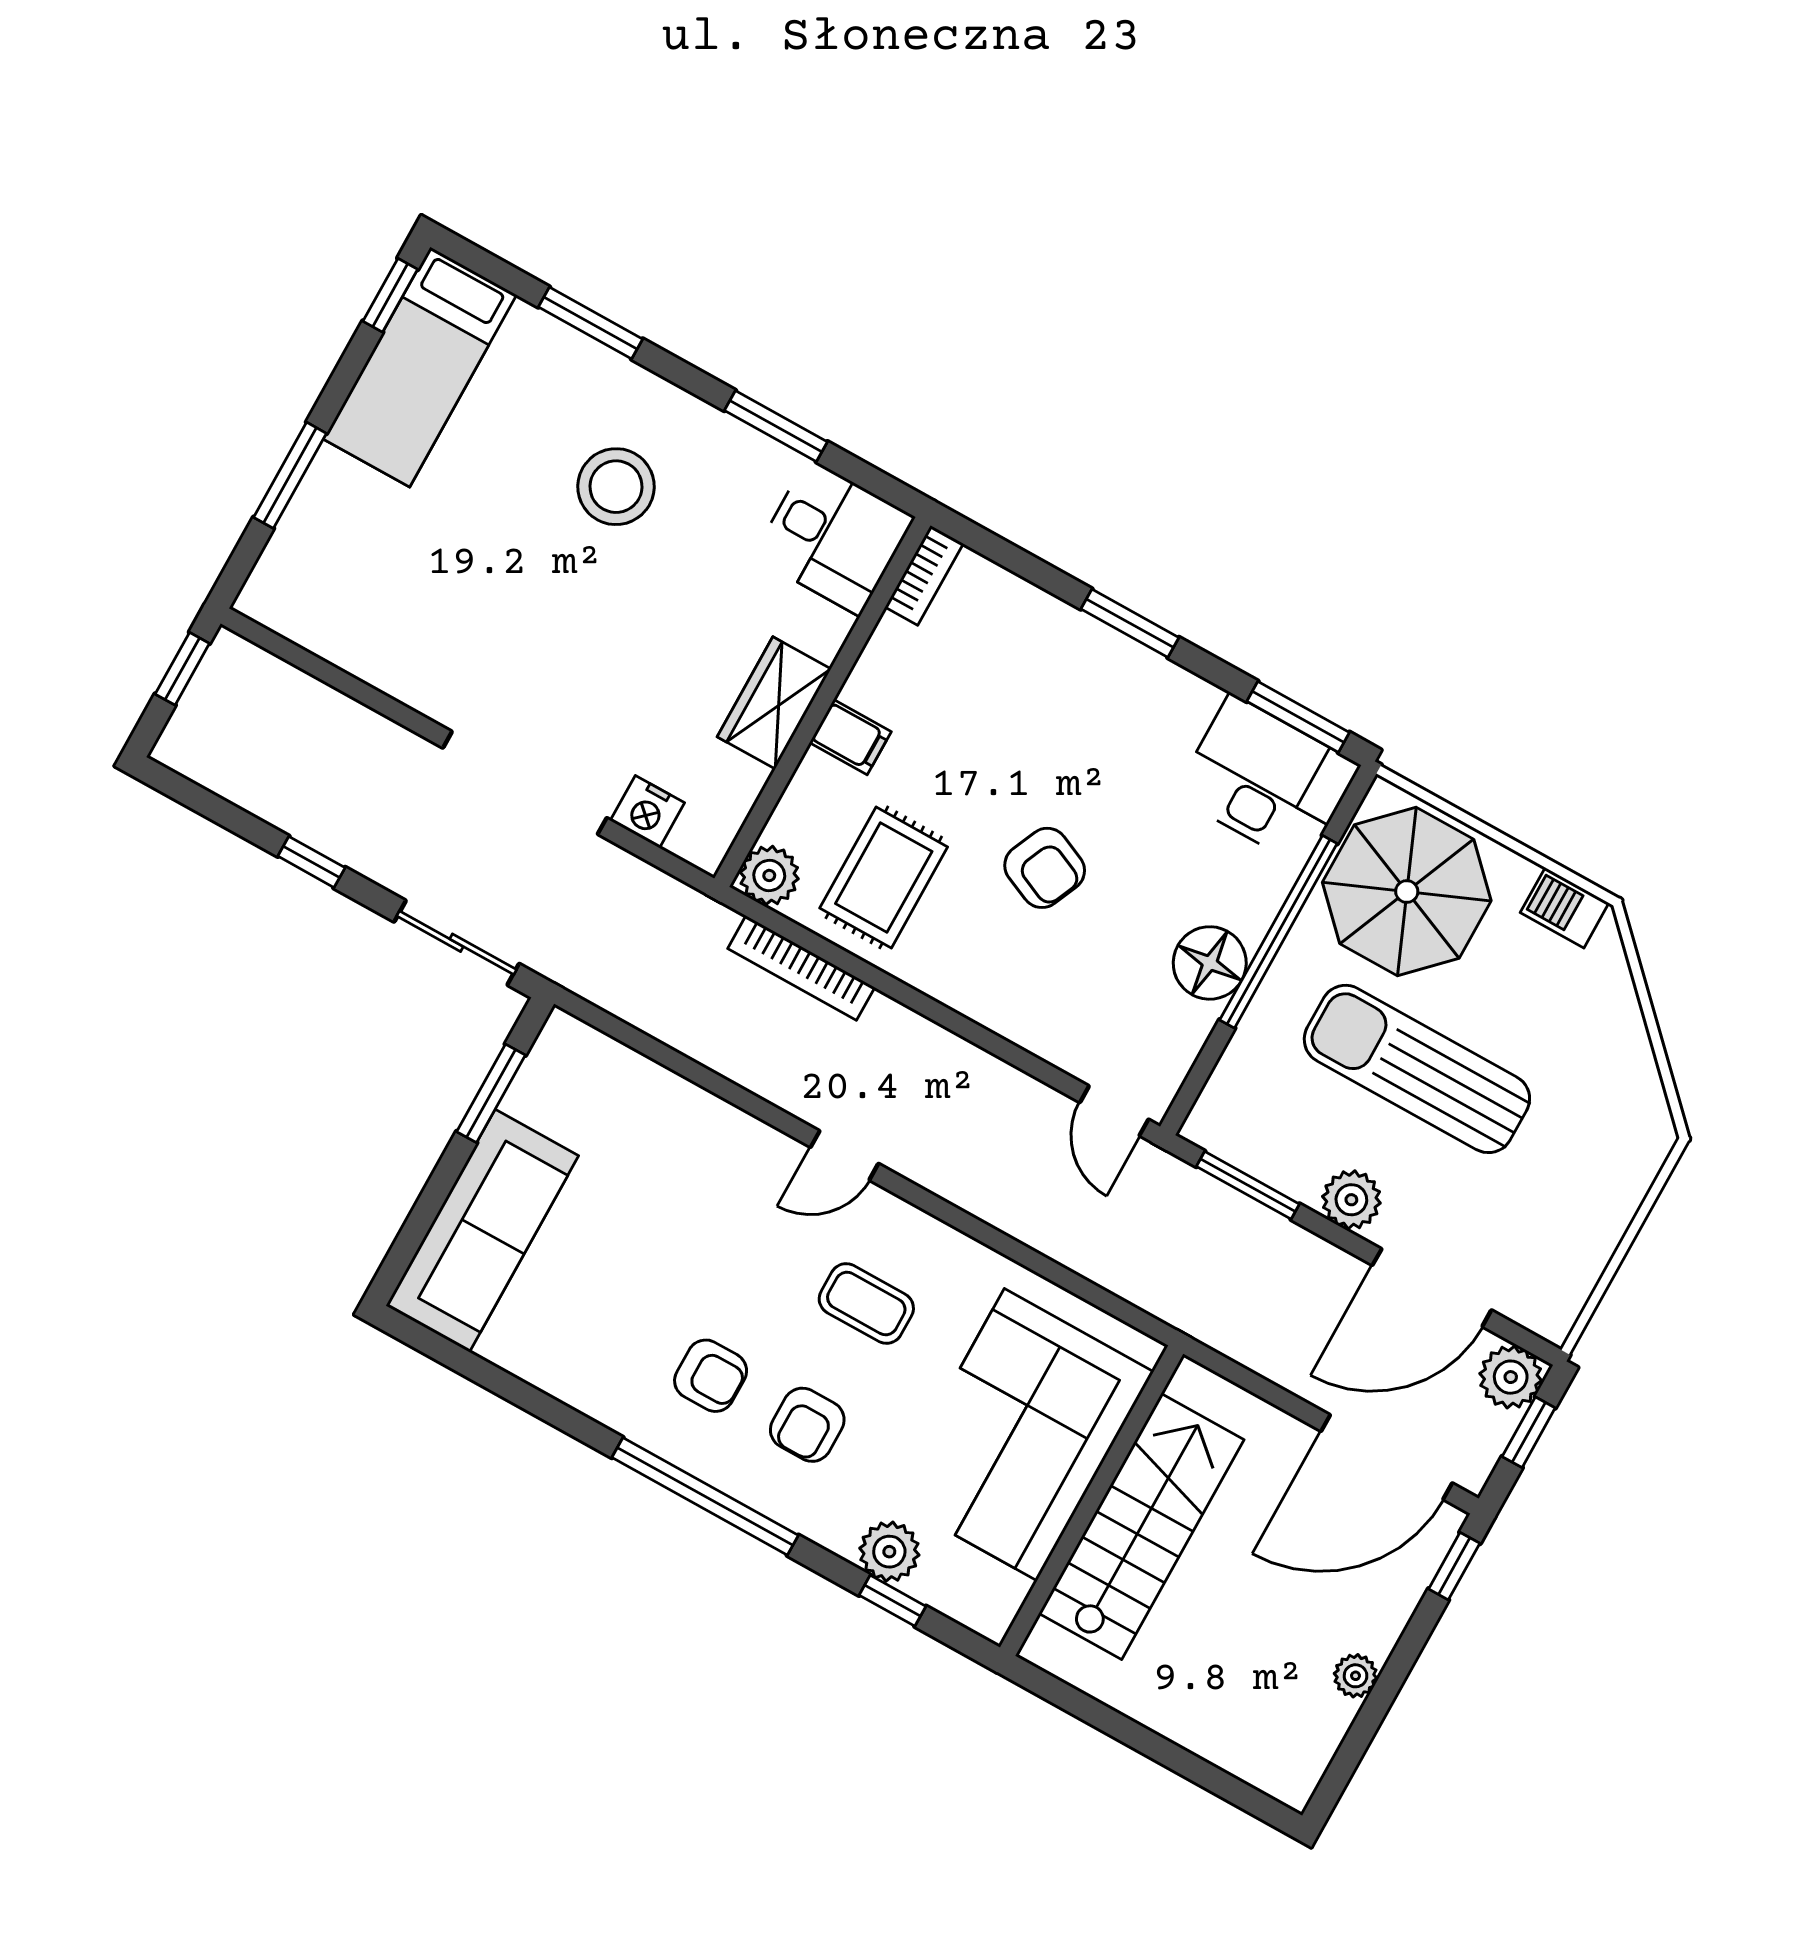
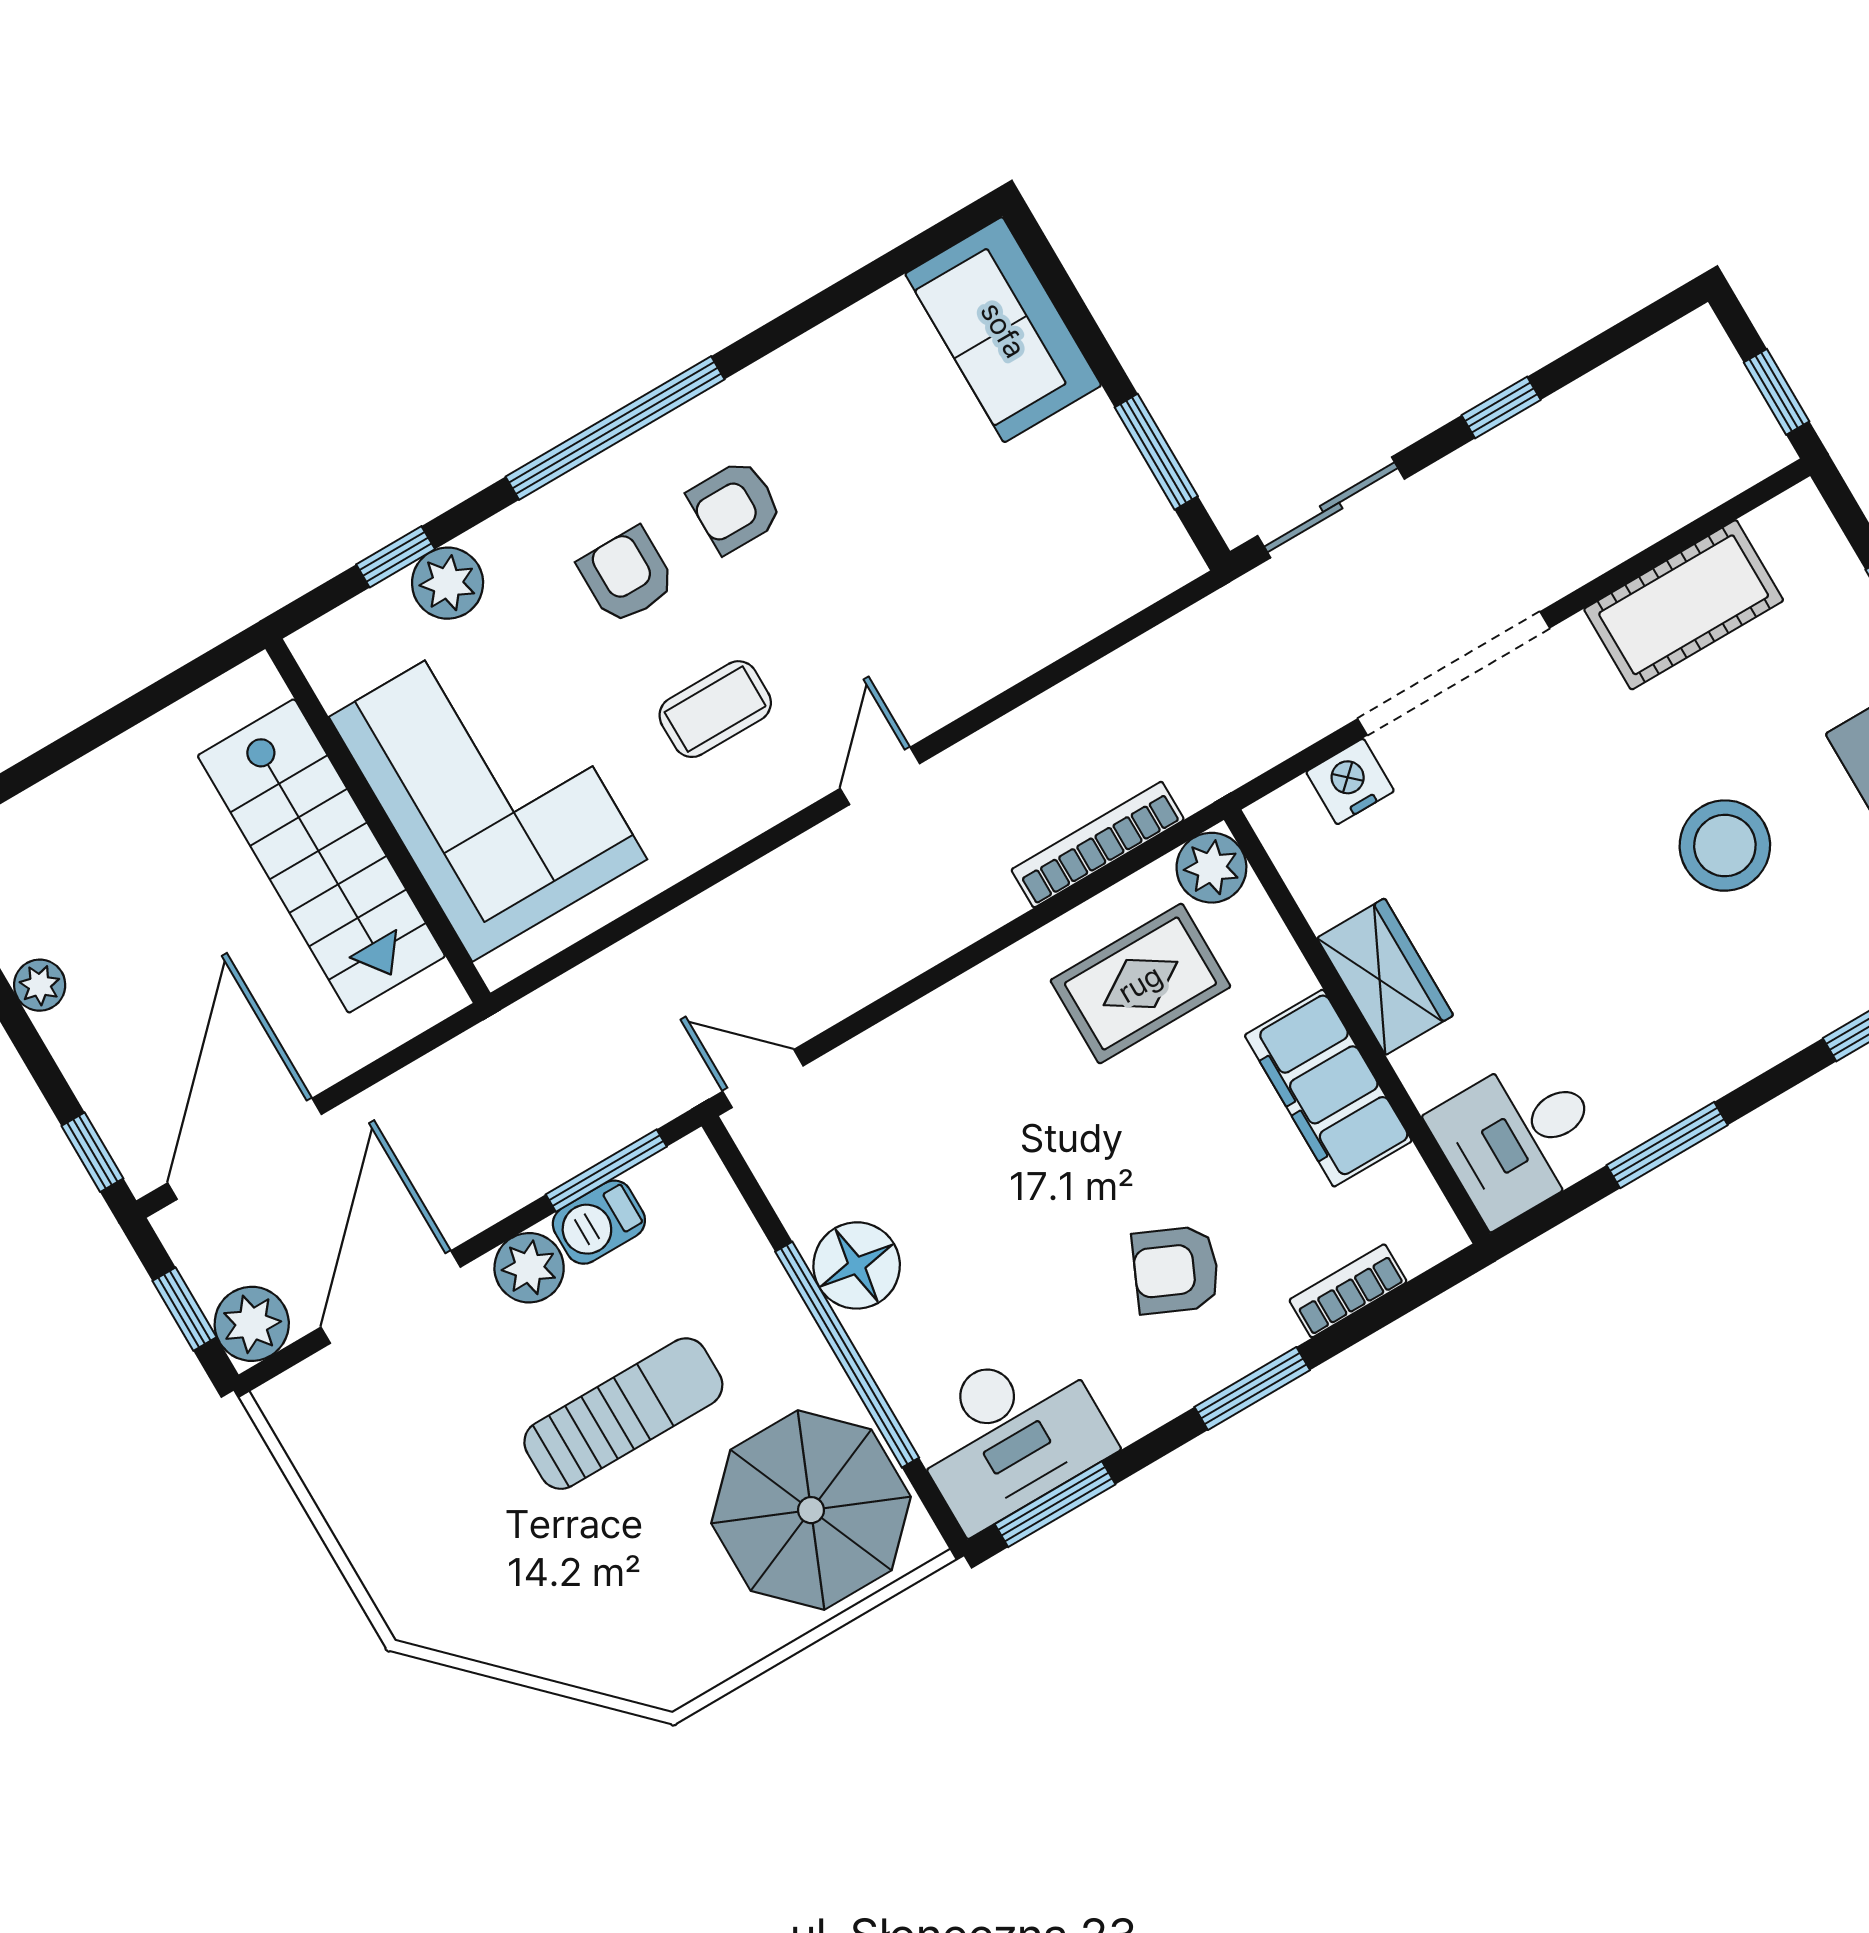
stool: (616, 487) -> (1725, 846), moved
bookcase: (924, 575) -> (1348, 1291), moved, turned 90
cot: (377, 645) -> (1684, 605), added
filing cabinet: (850, 737) -> (1328, 1088), width x3.00, depth x1.17
armchair: (1045, 868) -> (1176, 1270), moved
rug: (884, 877) -> (1140, 984), turned 90
barbecue: (1565, 908) -> (599, 1222), moved, turned 180
sun lounger: (1417, 1069) -> (623, 1414), width x0.73, depth x0.75
sofa: (482, 1231) -> (1003, 330), width x0.73

